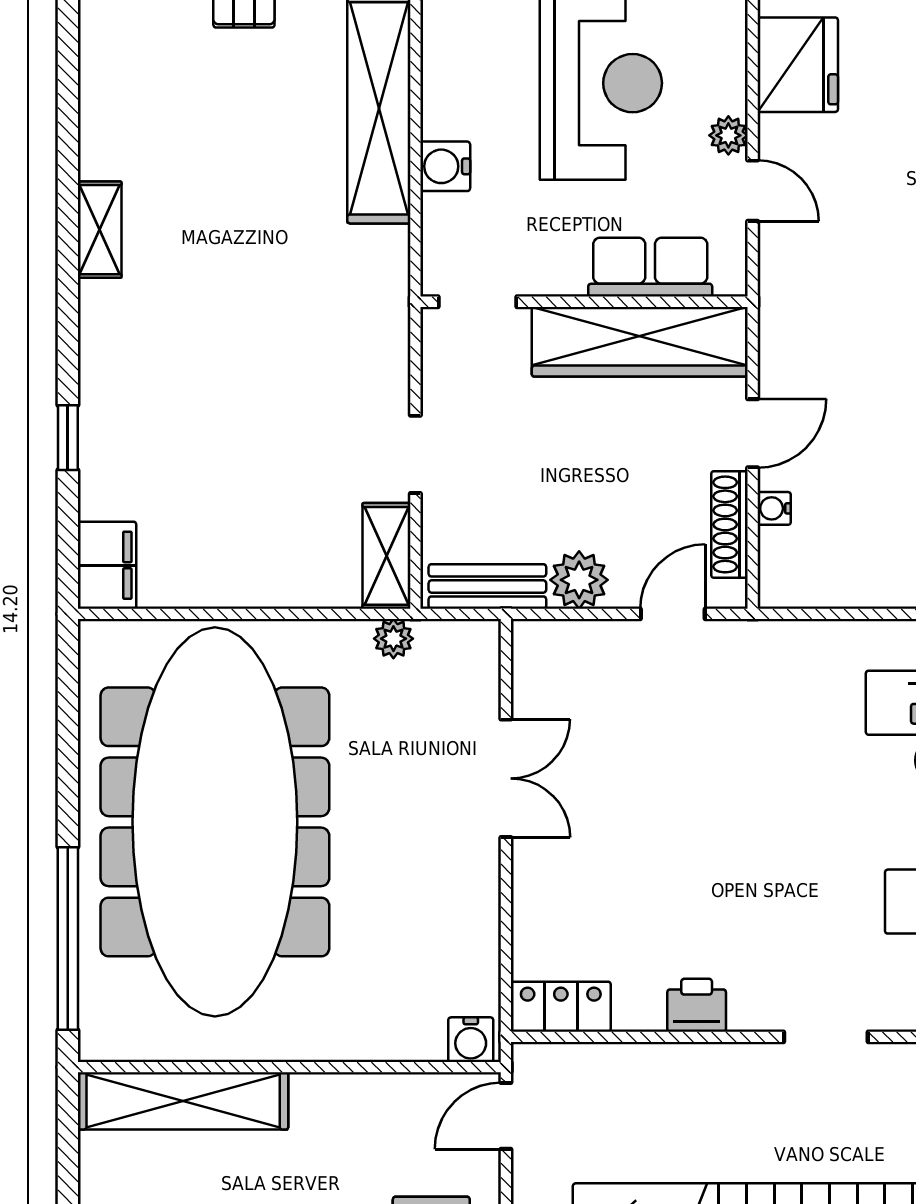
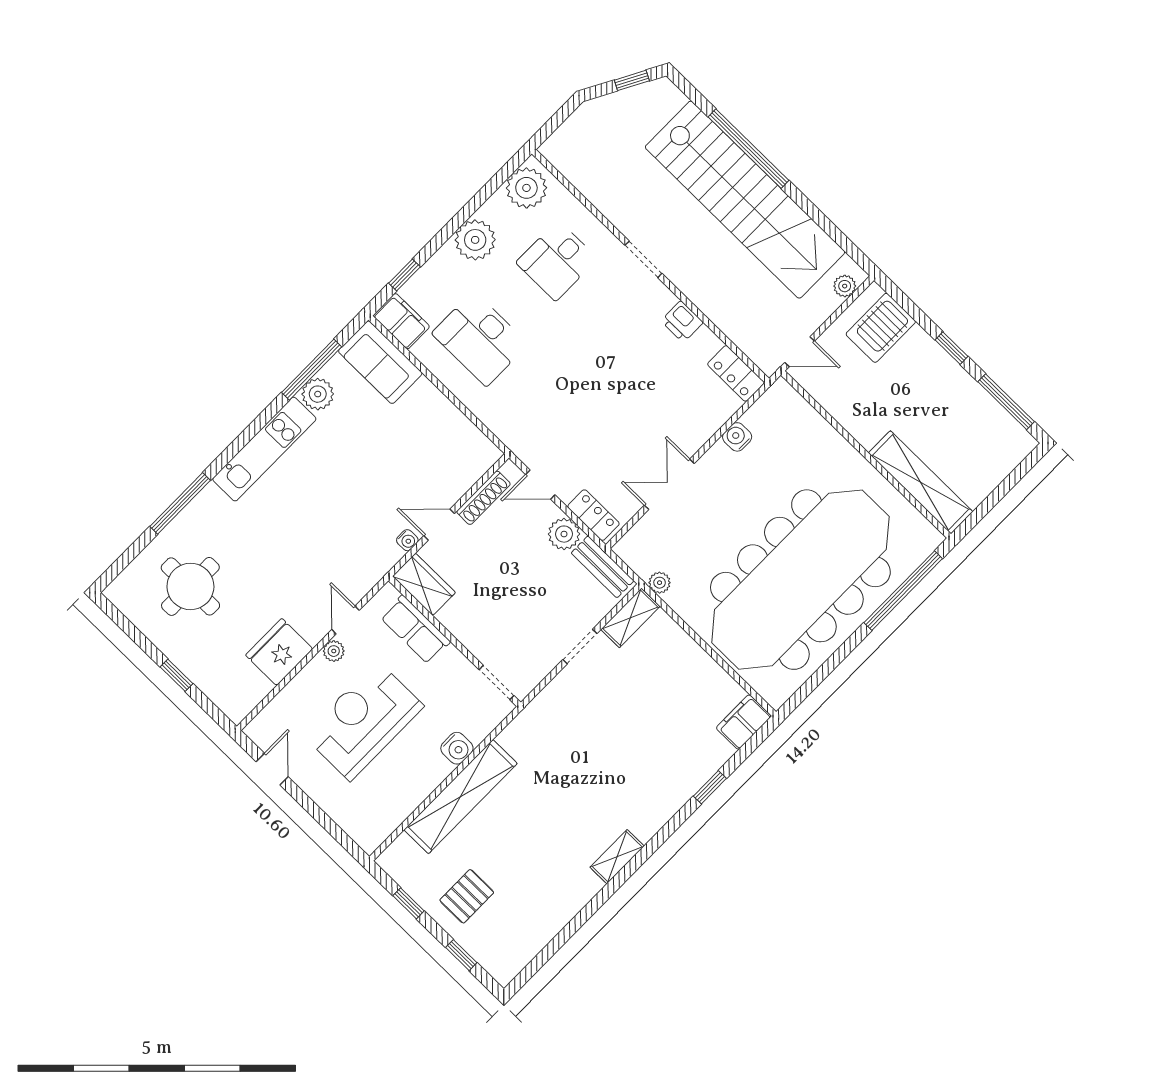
wardrobe: (640, 342) -> (424, 584), width x0.48, depth x0.85
water cooler: (774, 508) -> (407, 540), moved
locker: (565, 642) -> (593, 515), added
water cooler: (471, 1040) -> (737, 437), moved, turned -90

